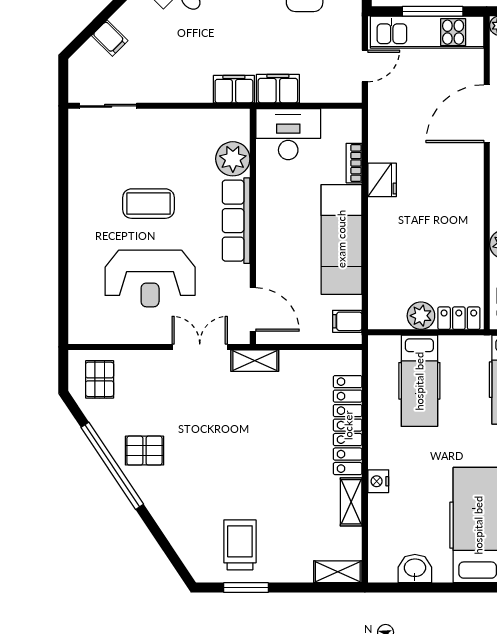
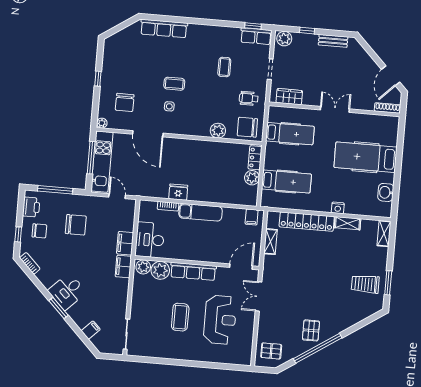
plant: (236, 126) -> (143, 267), added
exam couch: (341, 239) -> (201, 212), width x0.73, depth x0.69
shelving: (255, 361) -> (270, 242), moved

